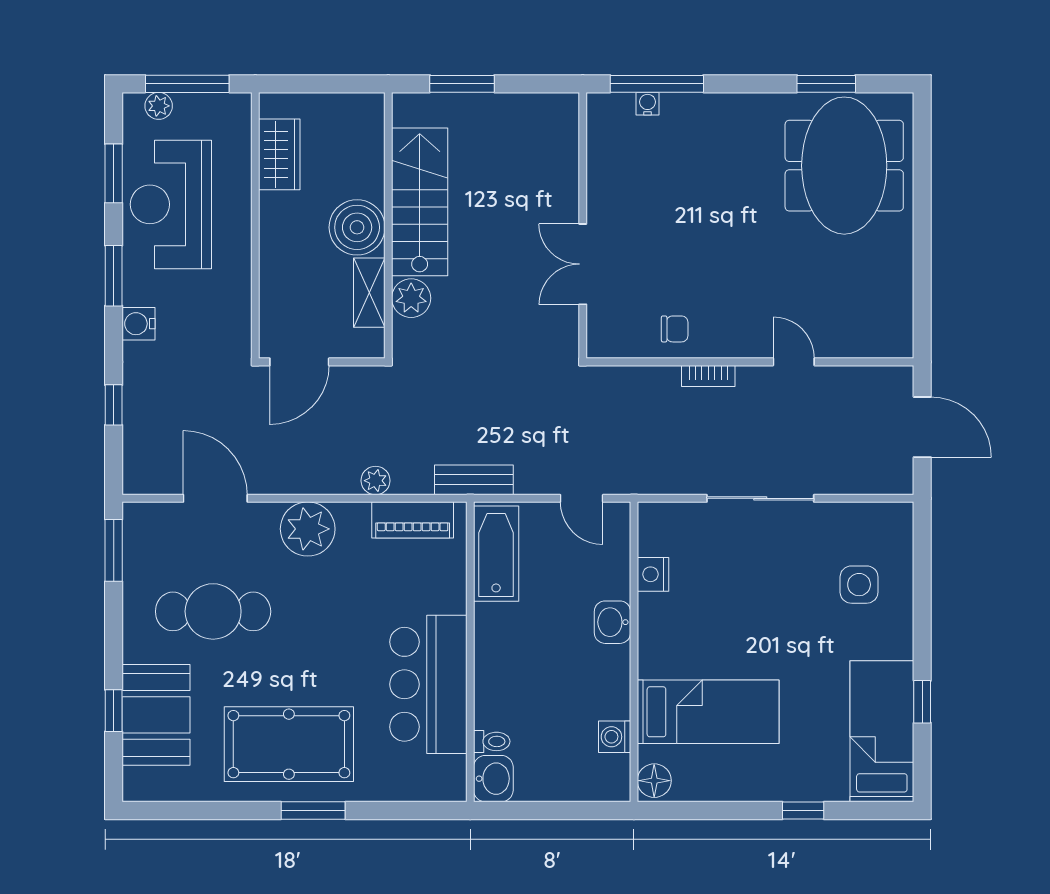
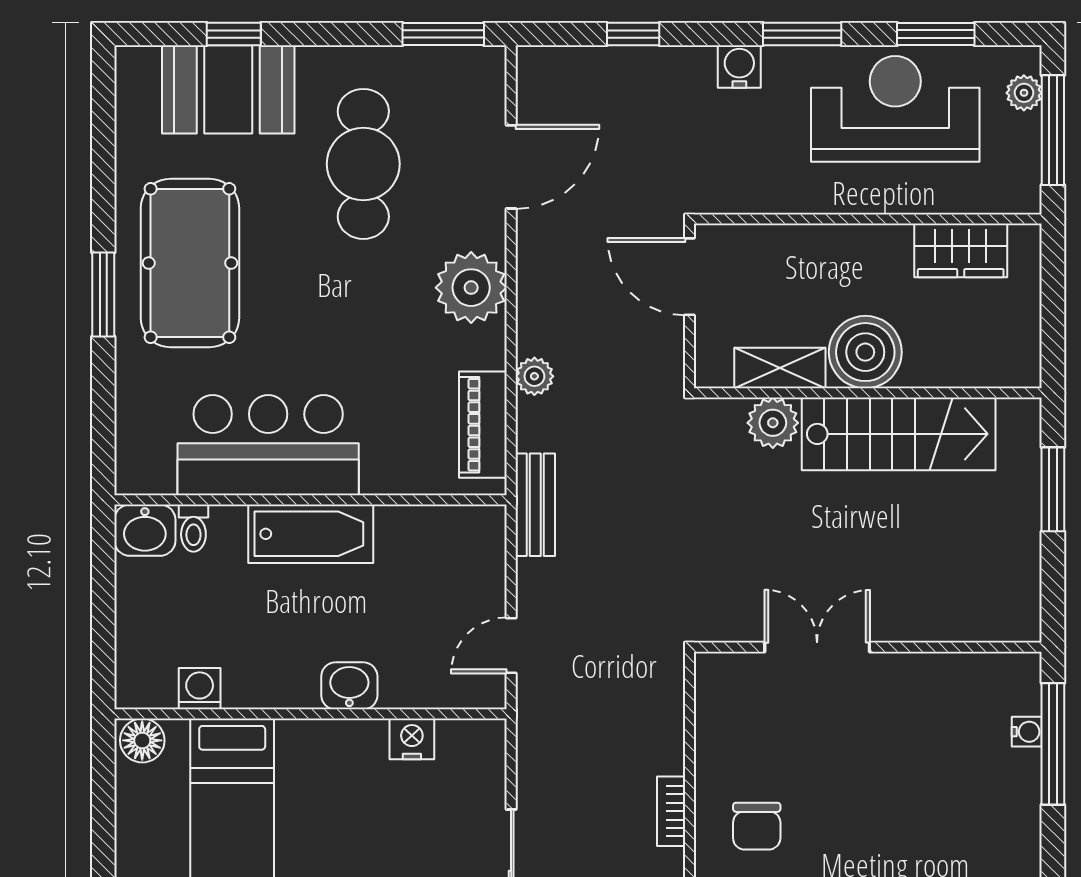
chair: (675, 329) -> (757, 826), moved, width x1.37, depth x1.37
bathtub: (496, 554) -> (311, 534), moved

